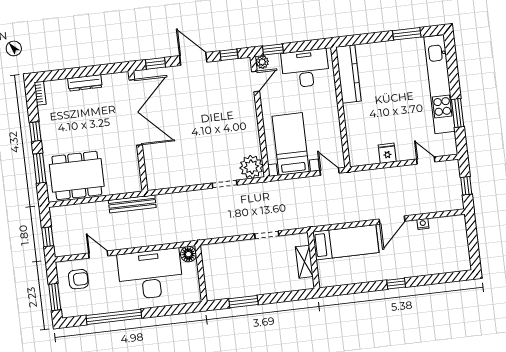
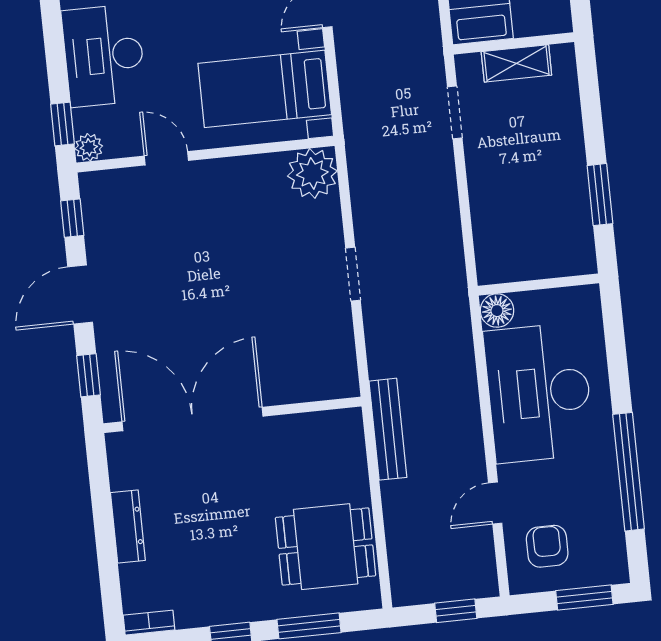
door: (256, 82) -> (166, 158), moved
dining table: (77, 175) -> (326, 547), width x0.73
doorway: (225, 184) -> (353, 274), moved
doorway: (267, 235) -> (455, 112), moved

